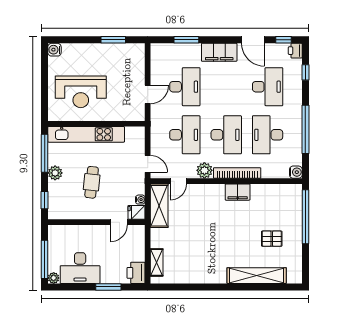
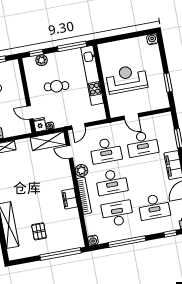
reception desk: (81, 92) -> (127, 79), moved, turned 90
plant: (55, 173) -> (42, 60), moved

